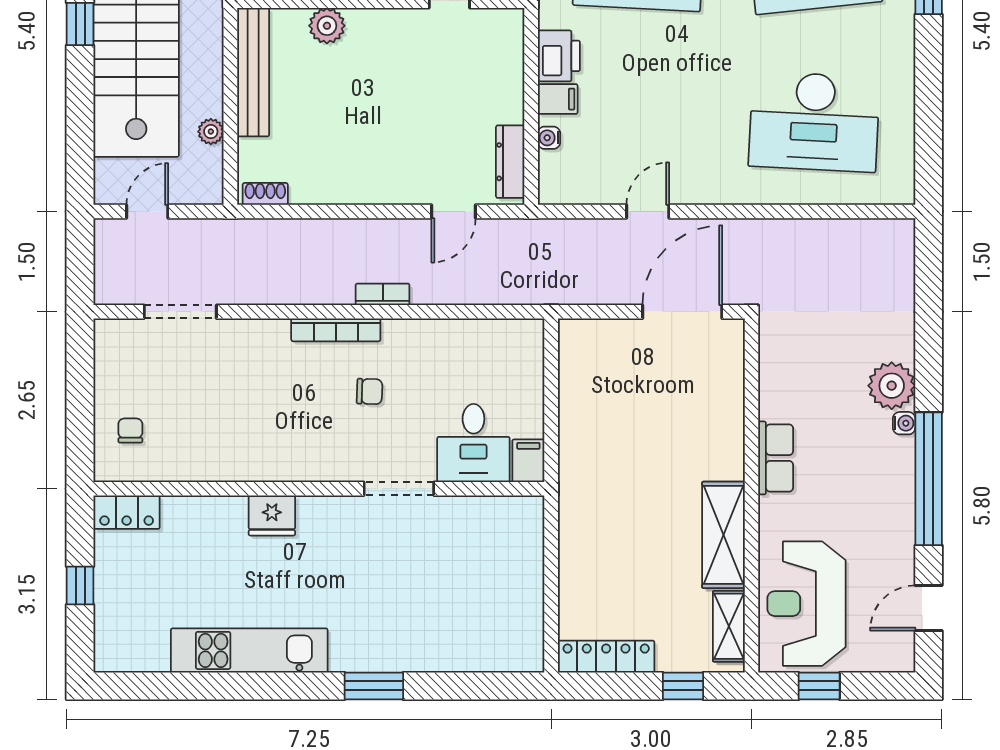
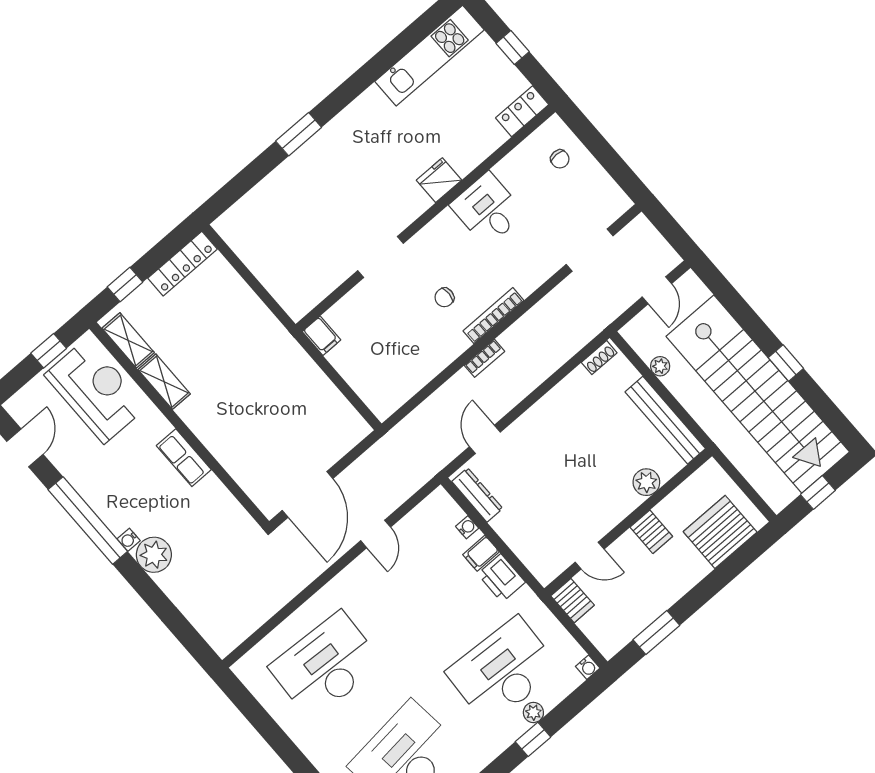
desk: (473, 443) -> (488, 209), moved
shelving: (724, 535) -> (164, 382), width x0.67, depth x0.75
kitchen unit: (249, 650) -> (429, 56), moved

